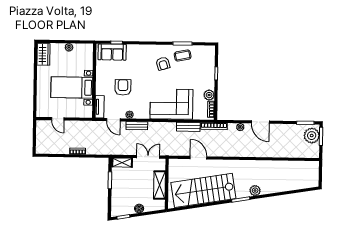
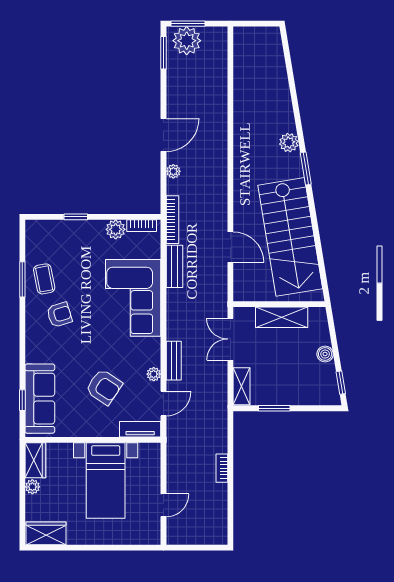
wardrobe: (83, 49) -> (35, 460), added
sofa: (112, 52) -> (40, 399), width x1.36
armchair: (123, 87) -> (104, 387), turned -146
door: (198, 158) -> (230, 247), swing flipped

